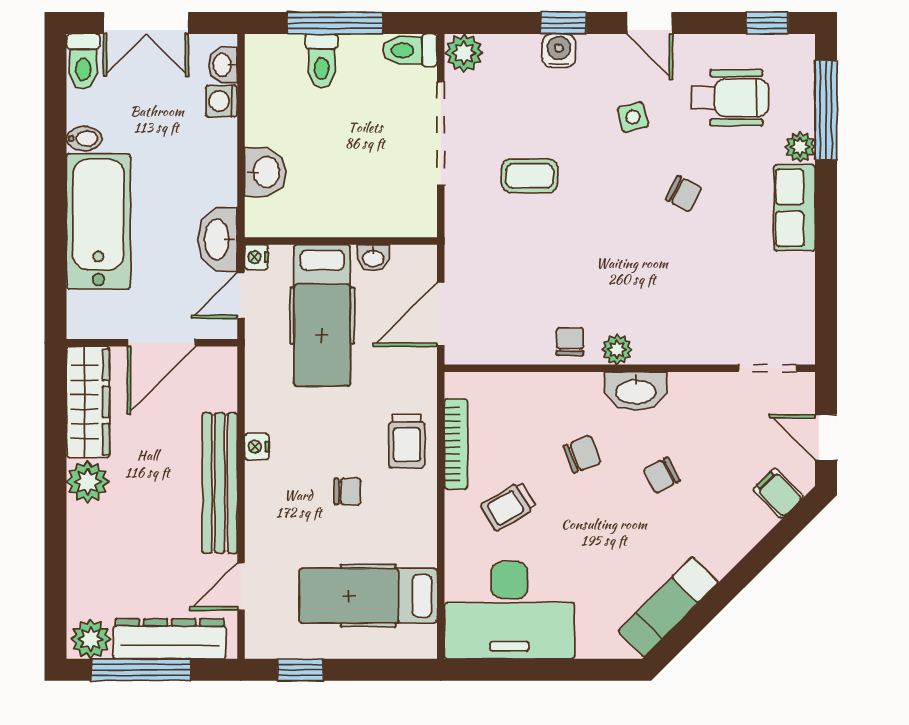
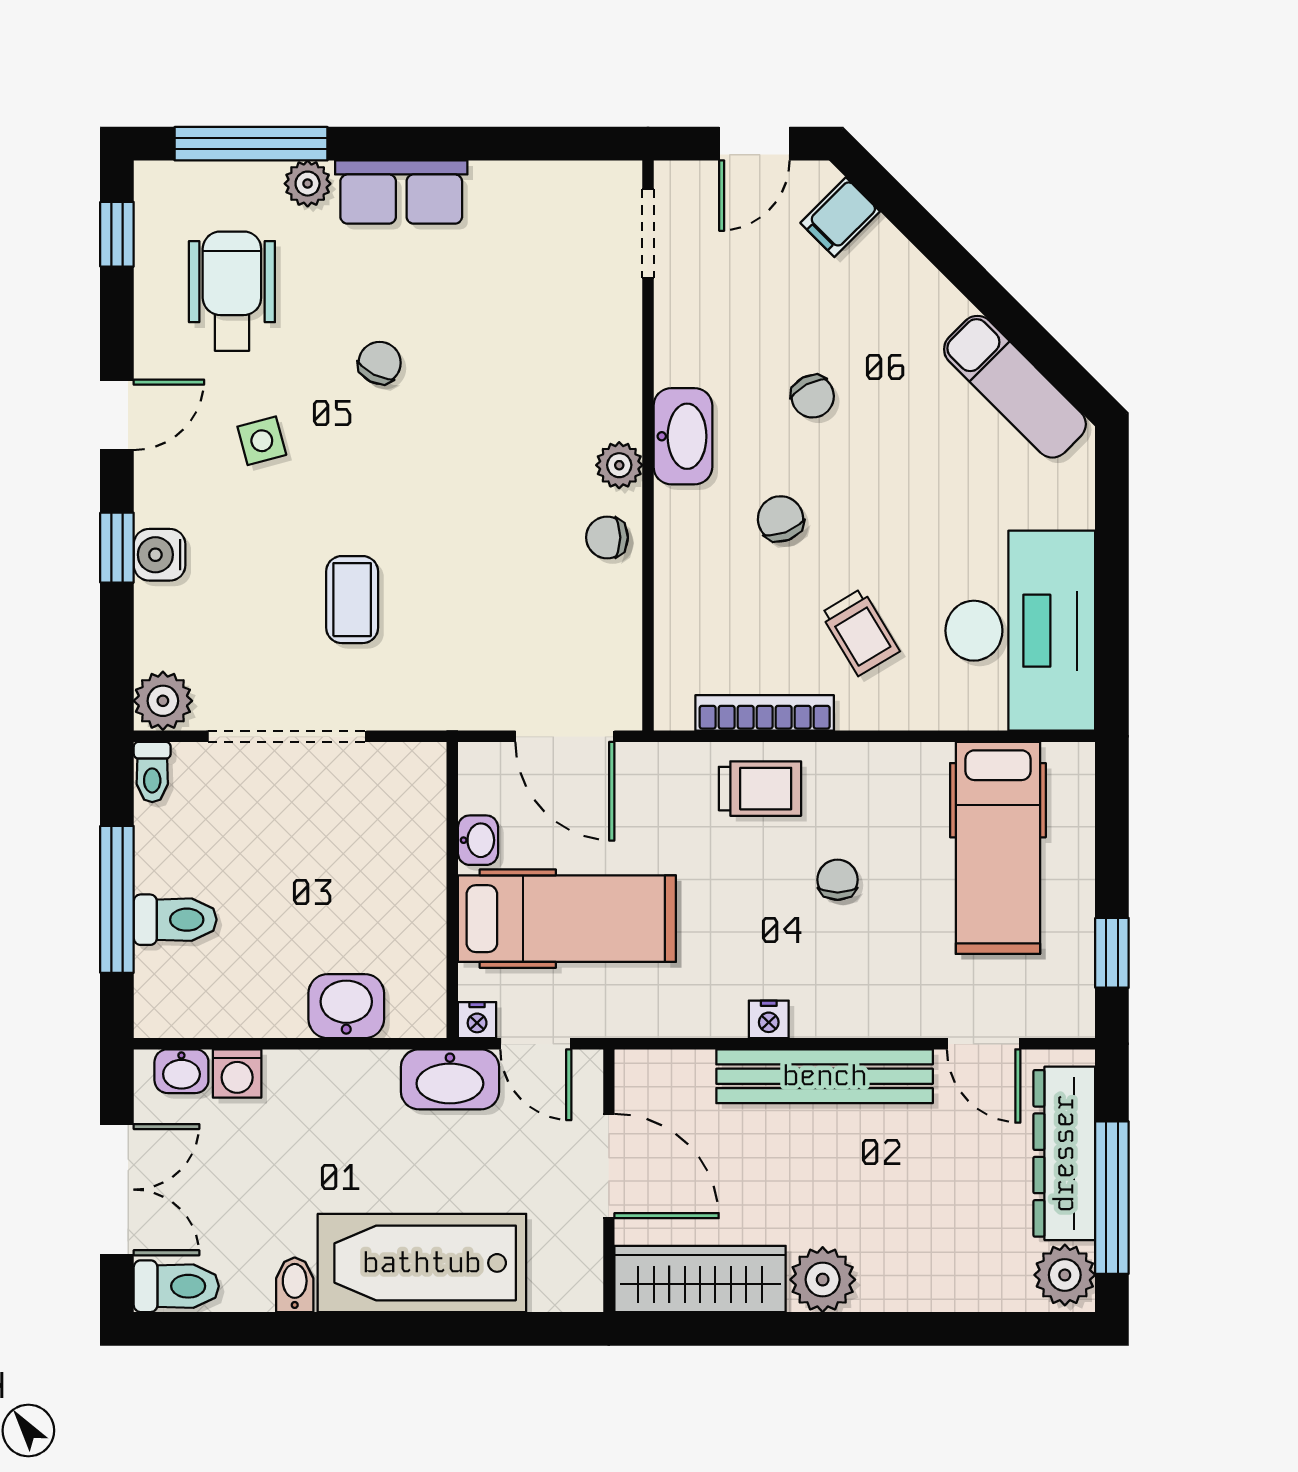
toilet: (410, 50) -> (152, 772), width x0.73, depth x0.72

